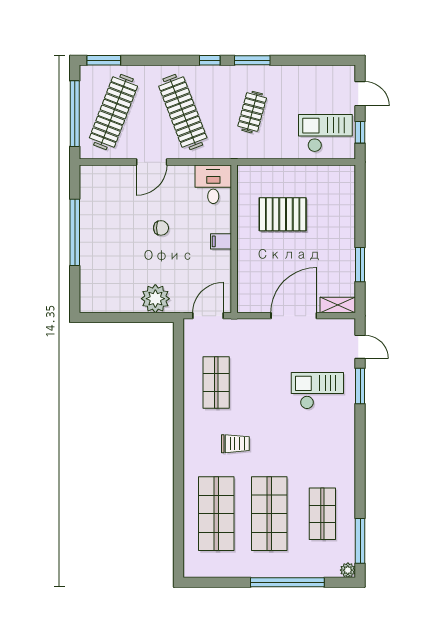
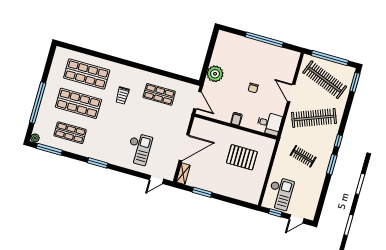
pallet: (283, 214) -> (242, 157), turned 90
door: (294, 316) -> (184, 148), hinge flipped
window: (360, 386) -> (98, 163), moved

